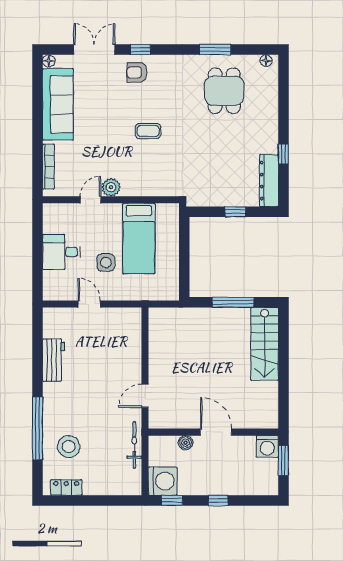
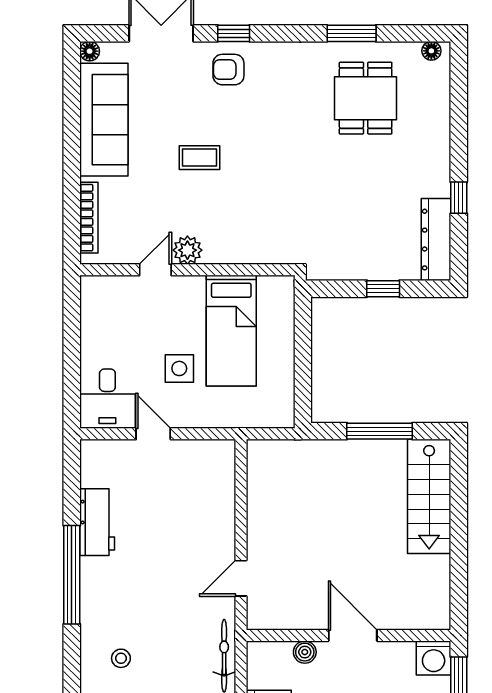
coffee table: (148, 131) -> (200, 158), moved
desk: (61, 252) -> (107, 399), moved, turned -90
window: (37, 428) -> (72, 575), moved
stool: (69, 447) -> (121, 658), width x0.53, depth x0.53

